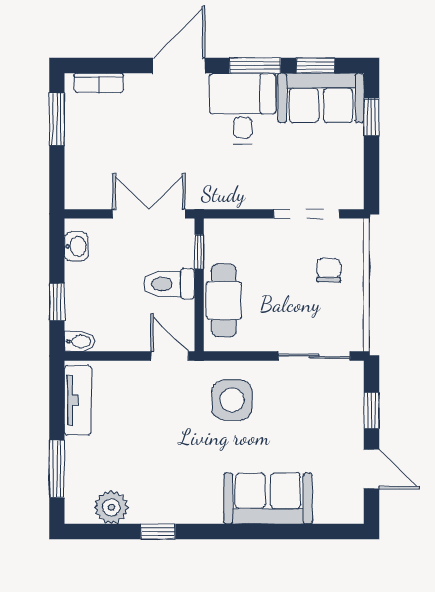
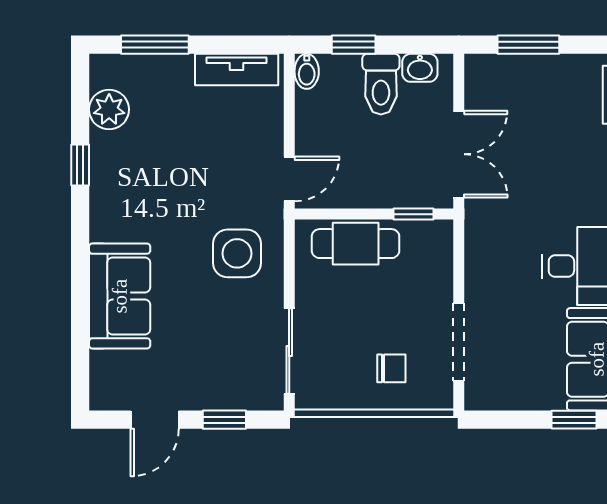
window: (57, 119) -> (528, 45), moved
toilet: (169, 284) -> (381, 84), moved, turned 180

